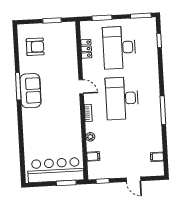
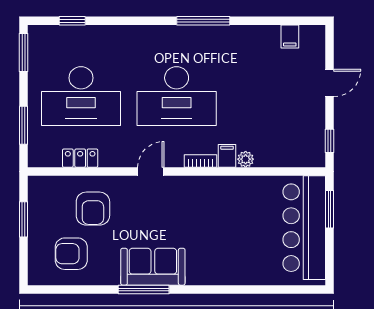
armchair: (35, 47) -> (71, 254), turned -90
armchair: (60, 57) -> (93, 209), added
filing cabinet: (93, 156) -> (227, 156), moved

